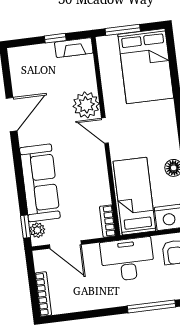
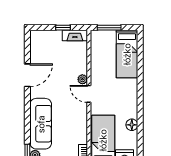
bed: (146, 66) -> (127, 54), width x0.67
plant: (86, 105) -> (82, 79), width x0.53, depth x0.53

